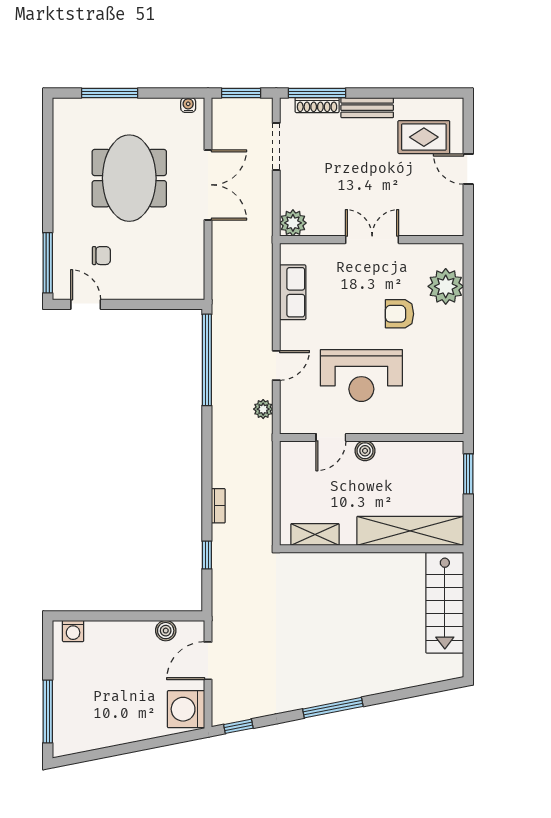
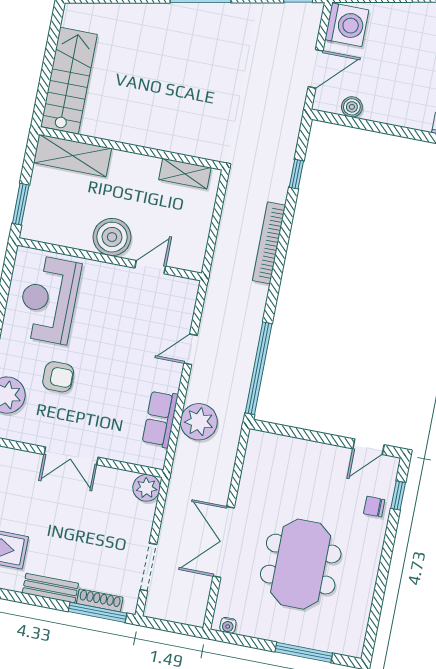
window: (241, 93) -> (173, 627), removed
chair: (101, 256) -> (374, 507), moved
window: (48, 263) -> (398, 496), width x0.46
door: (86, 304) -> (368, 447), hinge flipped
reception desk: (361, 376) -> (49, 300), moved, turned -90
plant: (263, 409) -> (199, 422), moved, width x1.88, depth x1.88
boiler: (365, 451) -> (112, 237), width x1.86, depth x1.86
bookcase: (218, 506) -> (269, 243), width x2.31, depth x1.31
shelving: (410, 531) -> (73, 156), width x0.68

